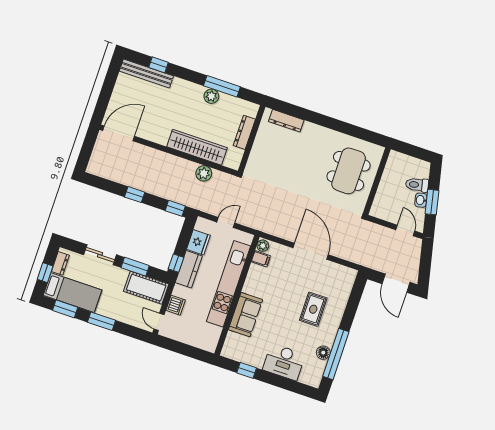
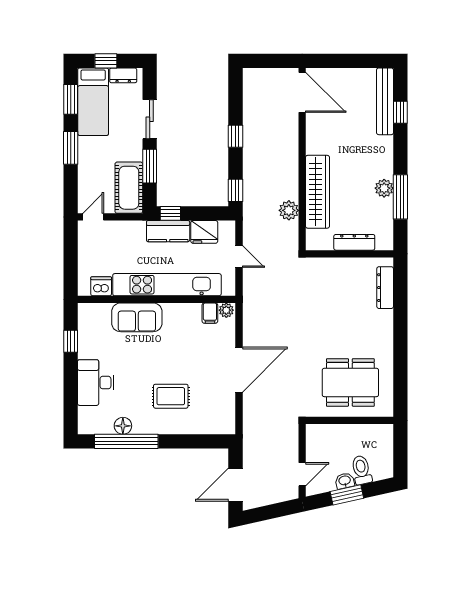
dishwasher: (176, 305) -> (101, 286), moved, turned 180

